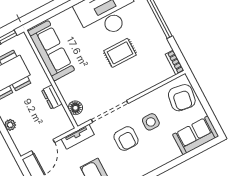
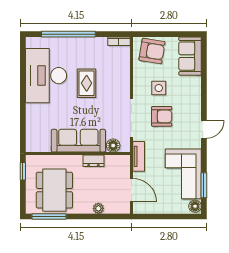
sofa: (51, 51) -> (78, 141), moved

